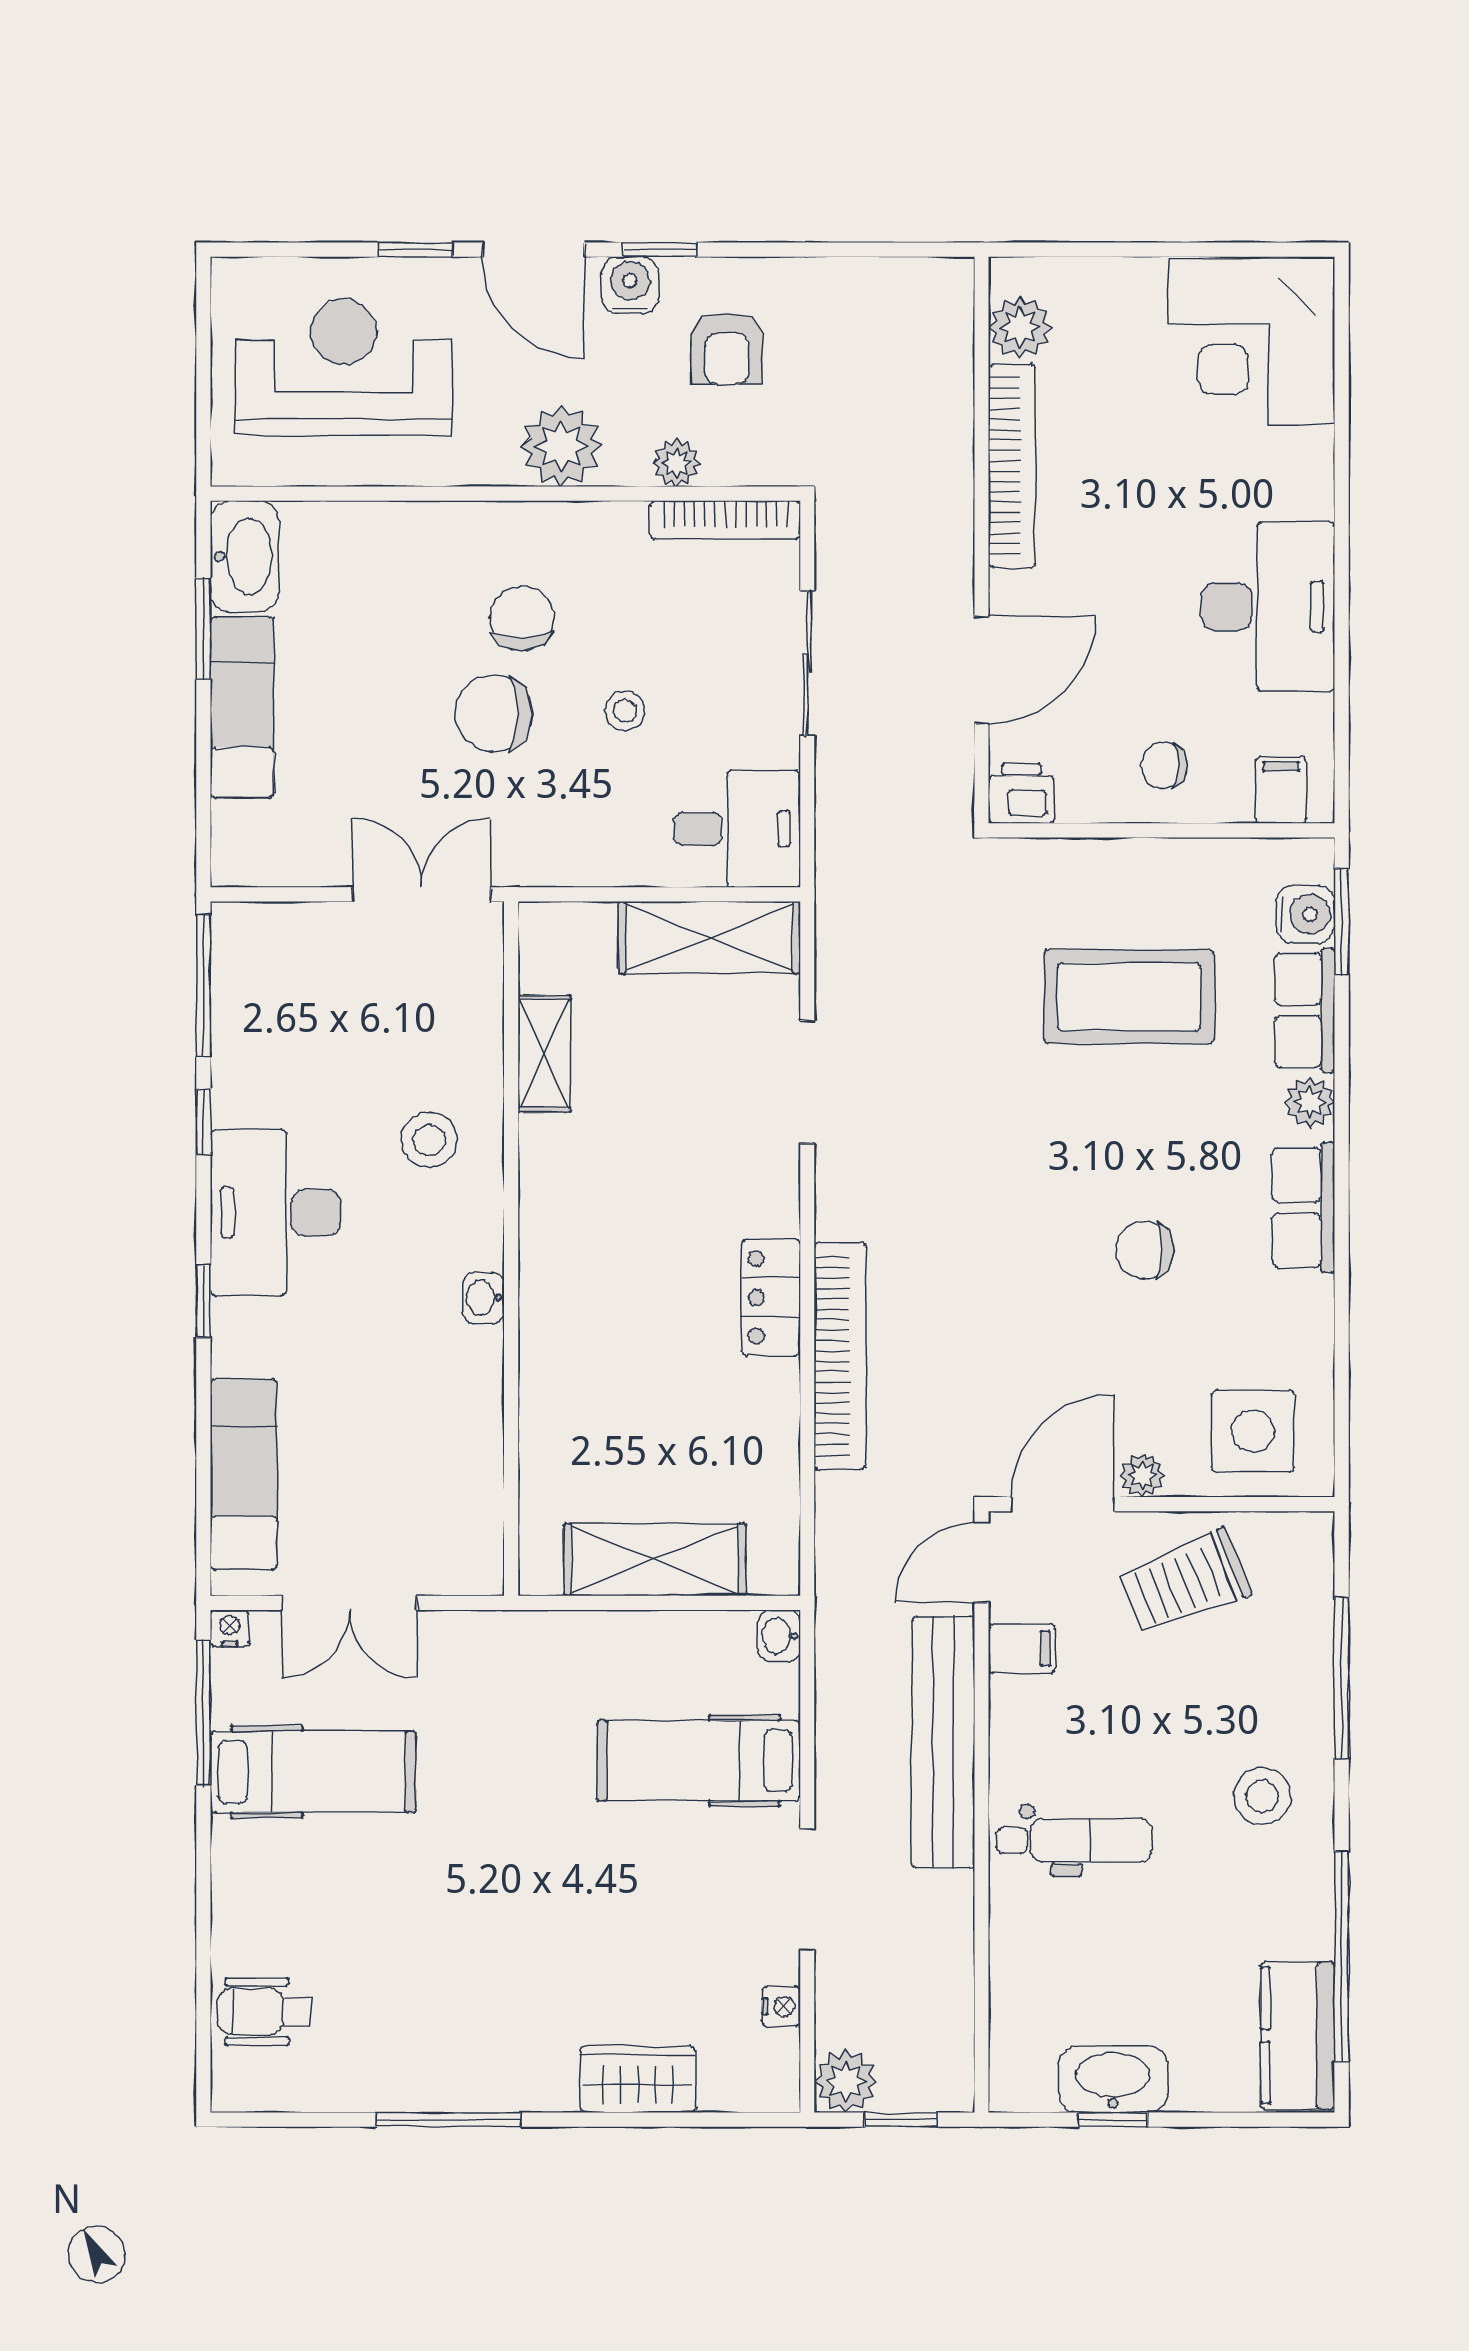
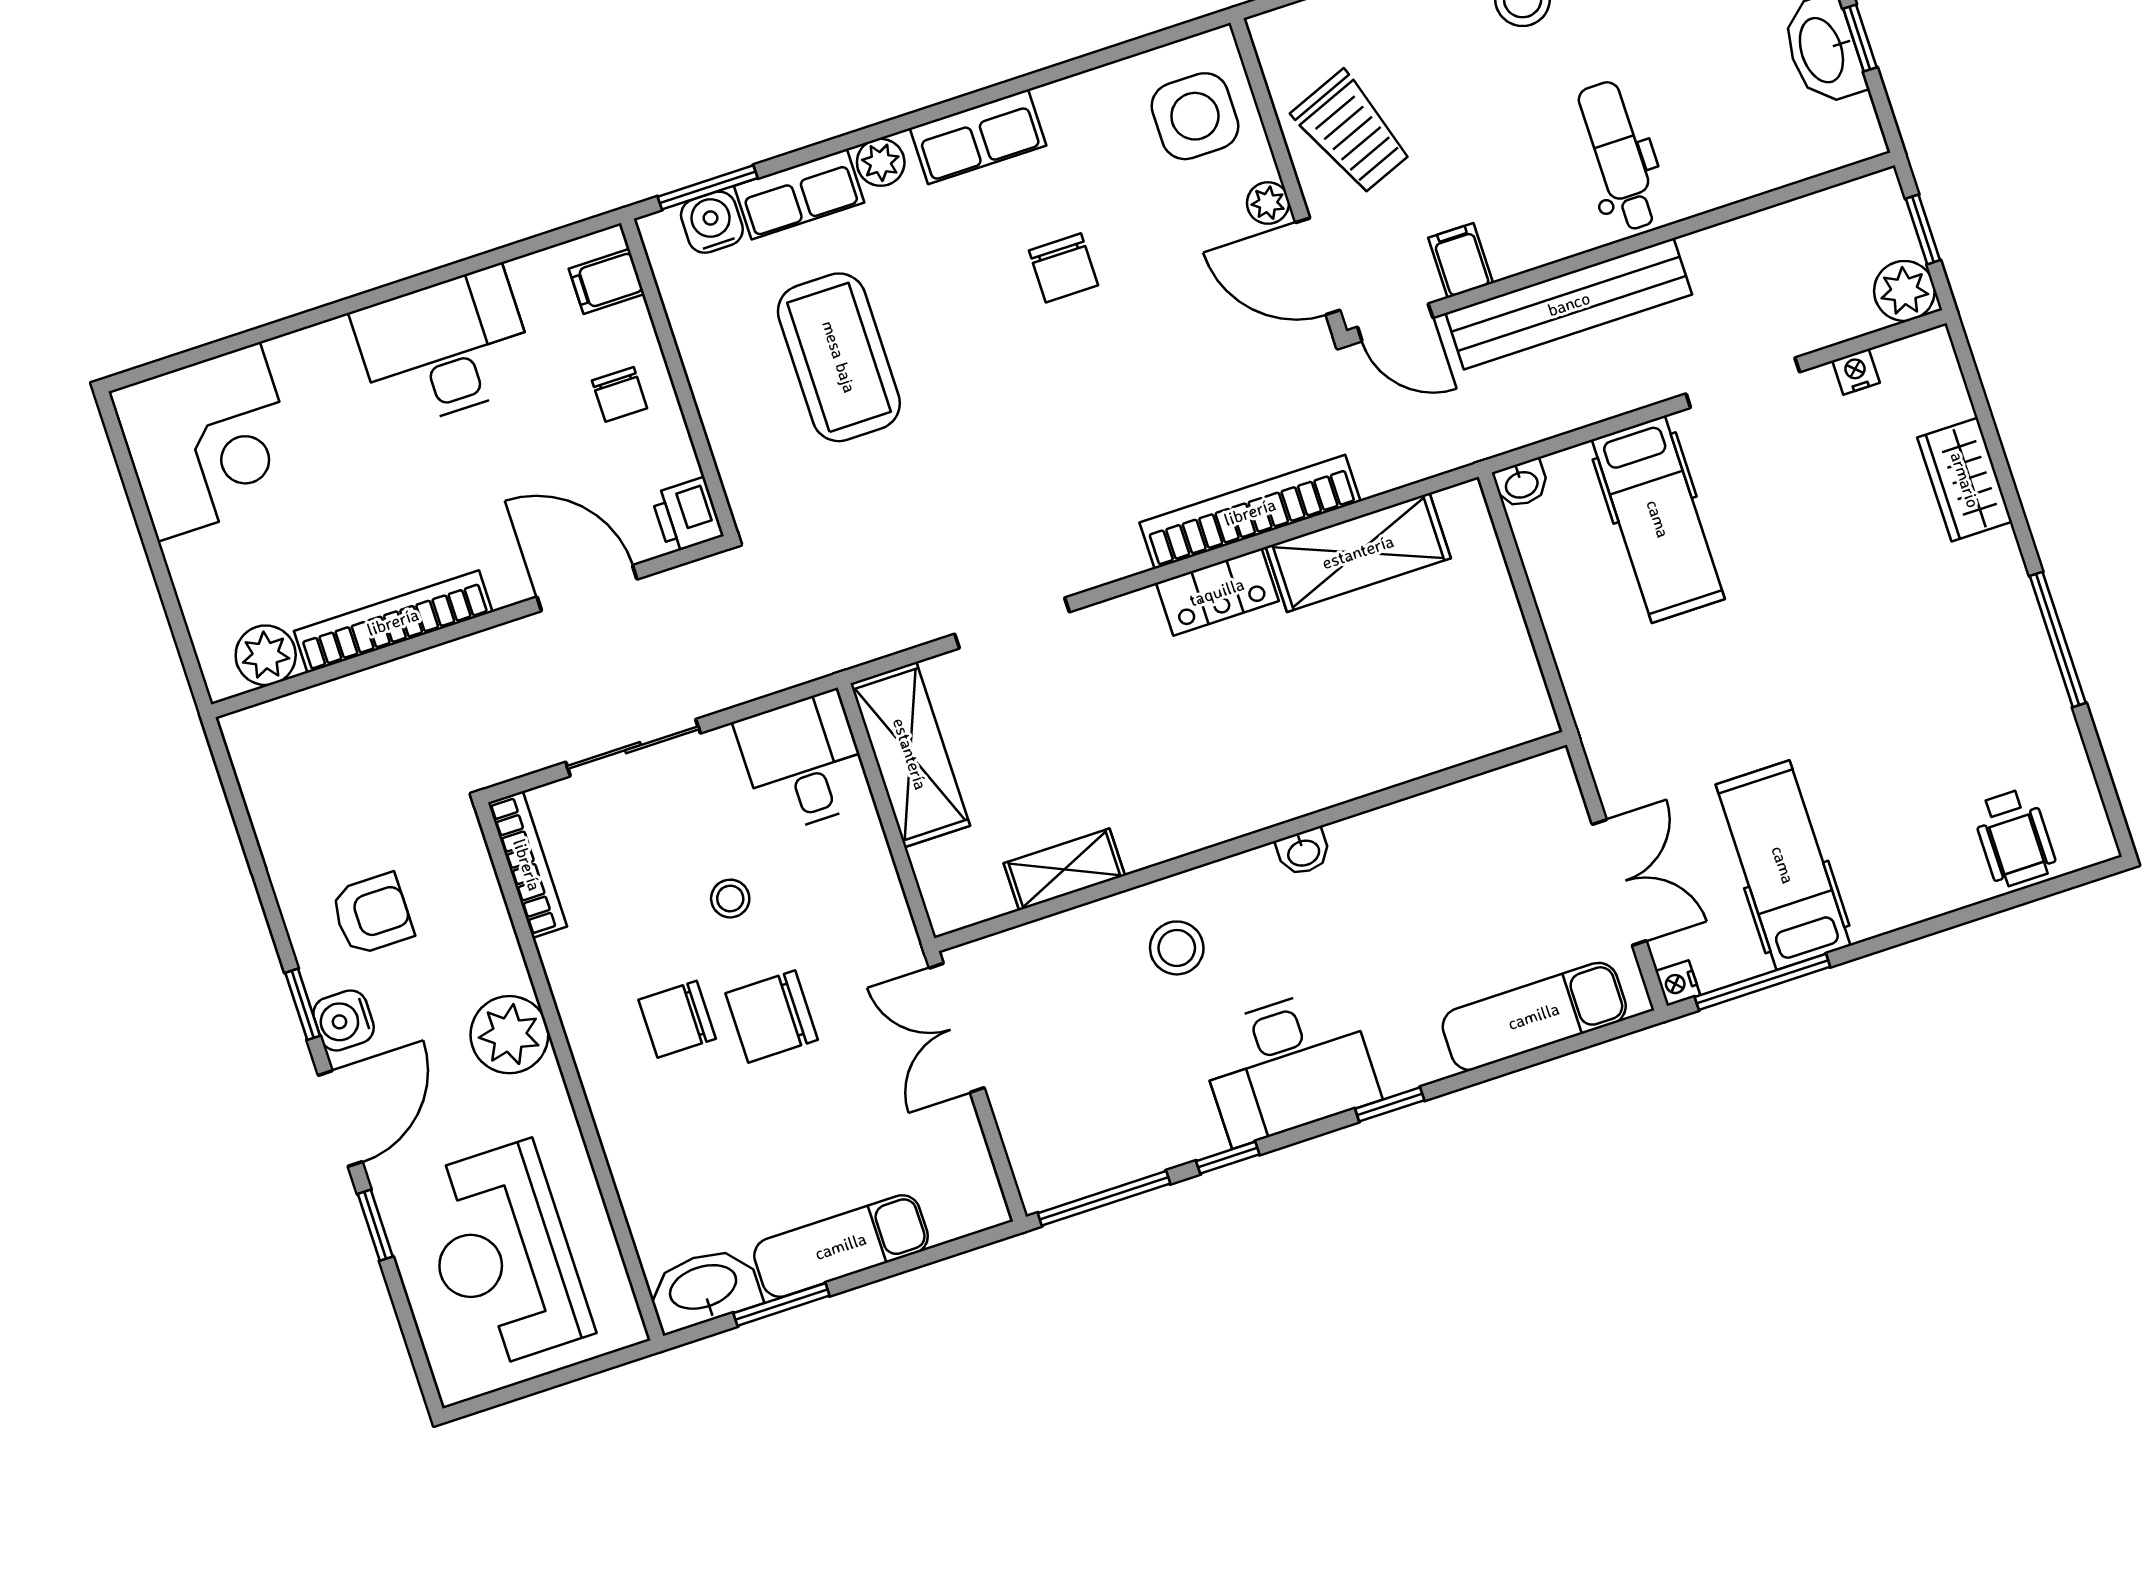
plant: (677, 463) -> (491, 926), removed
chair: (494, 713) -> (772, 1016), turned 89
shelving: (655, 1560) -> (1358, 552), moved, turned 90

